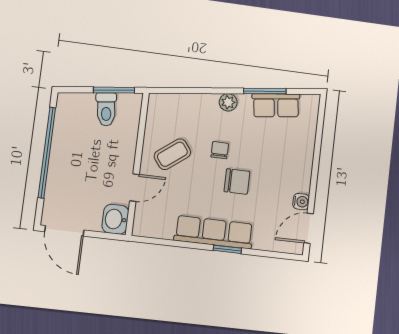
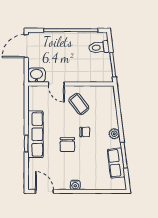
toilet: (106, 109) -> (99, 47), moved
water cooler: (301, 202) -> (75, 185), moved

